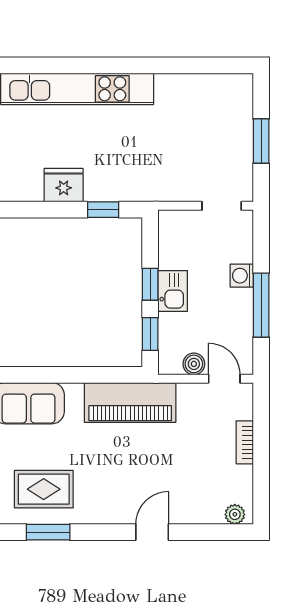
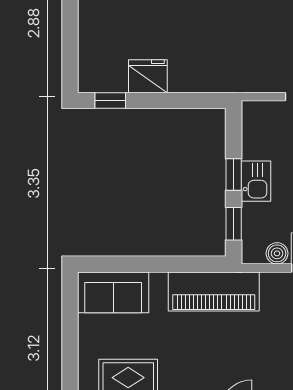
window: (103, 210) -> (110, 100), moved

